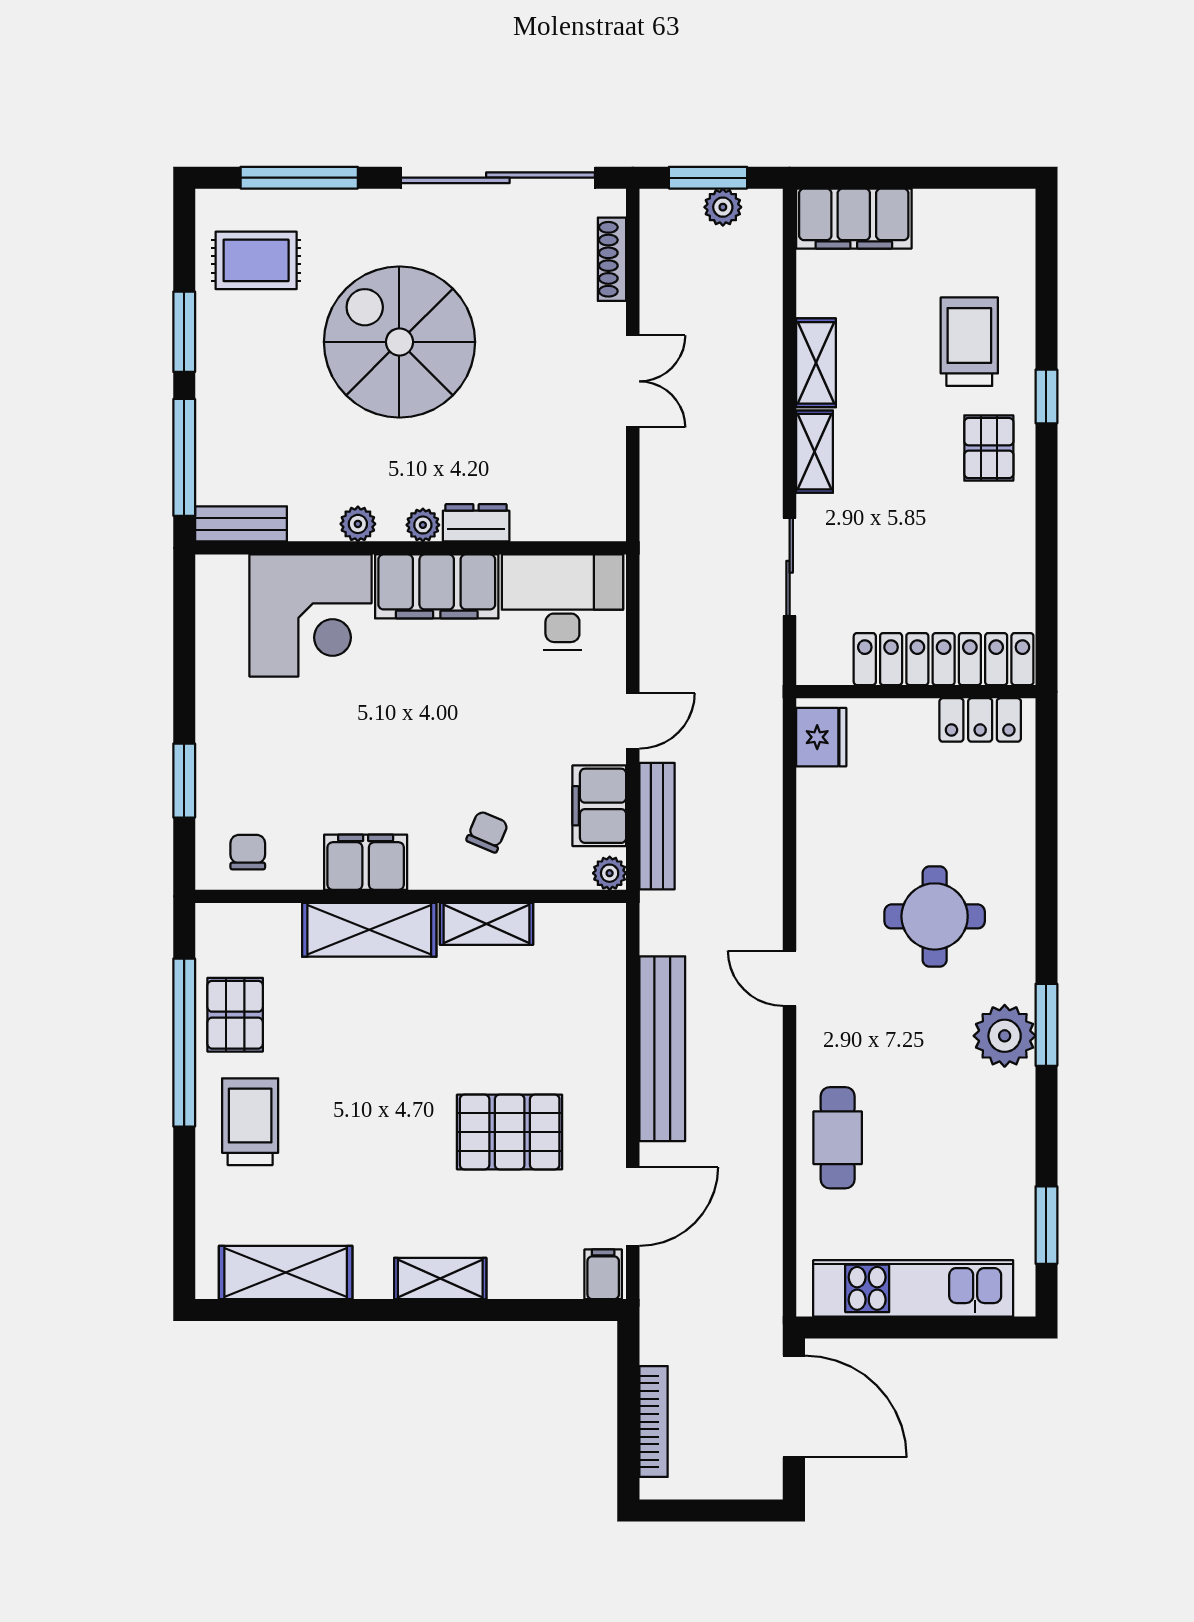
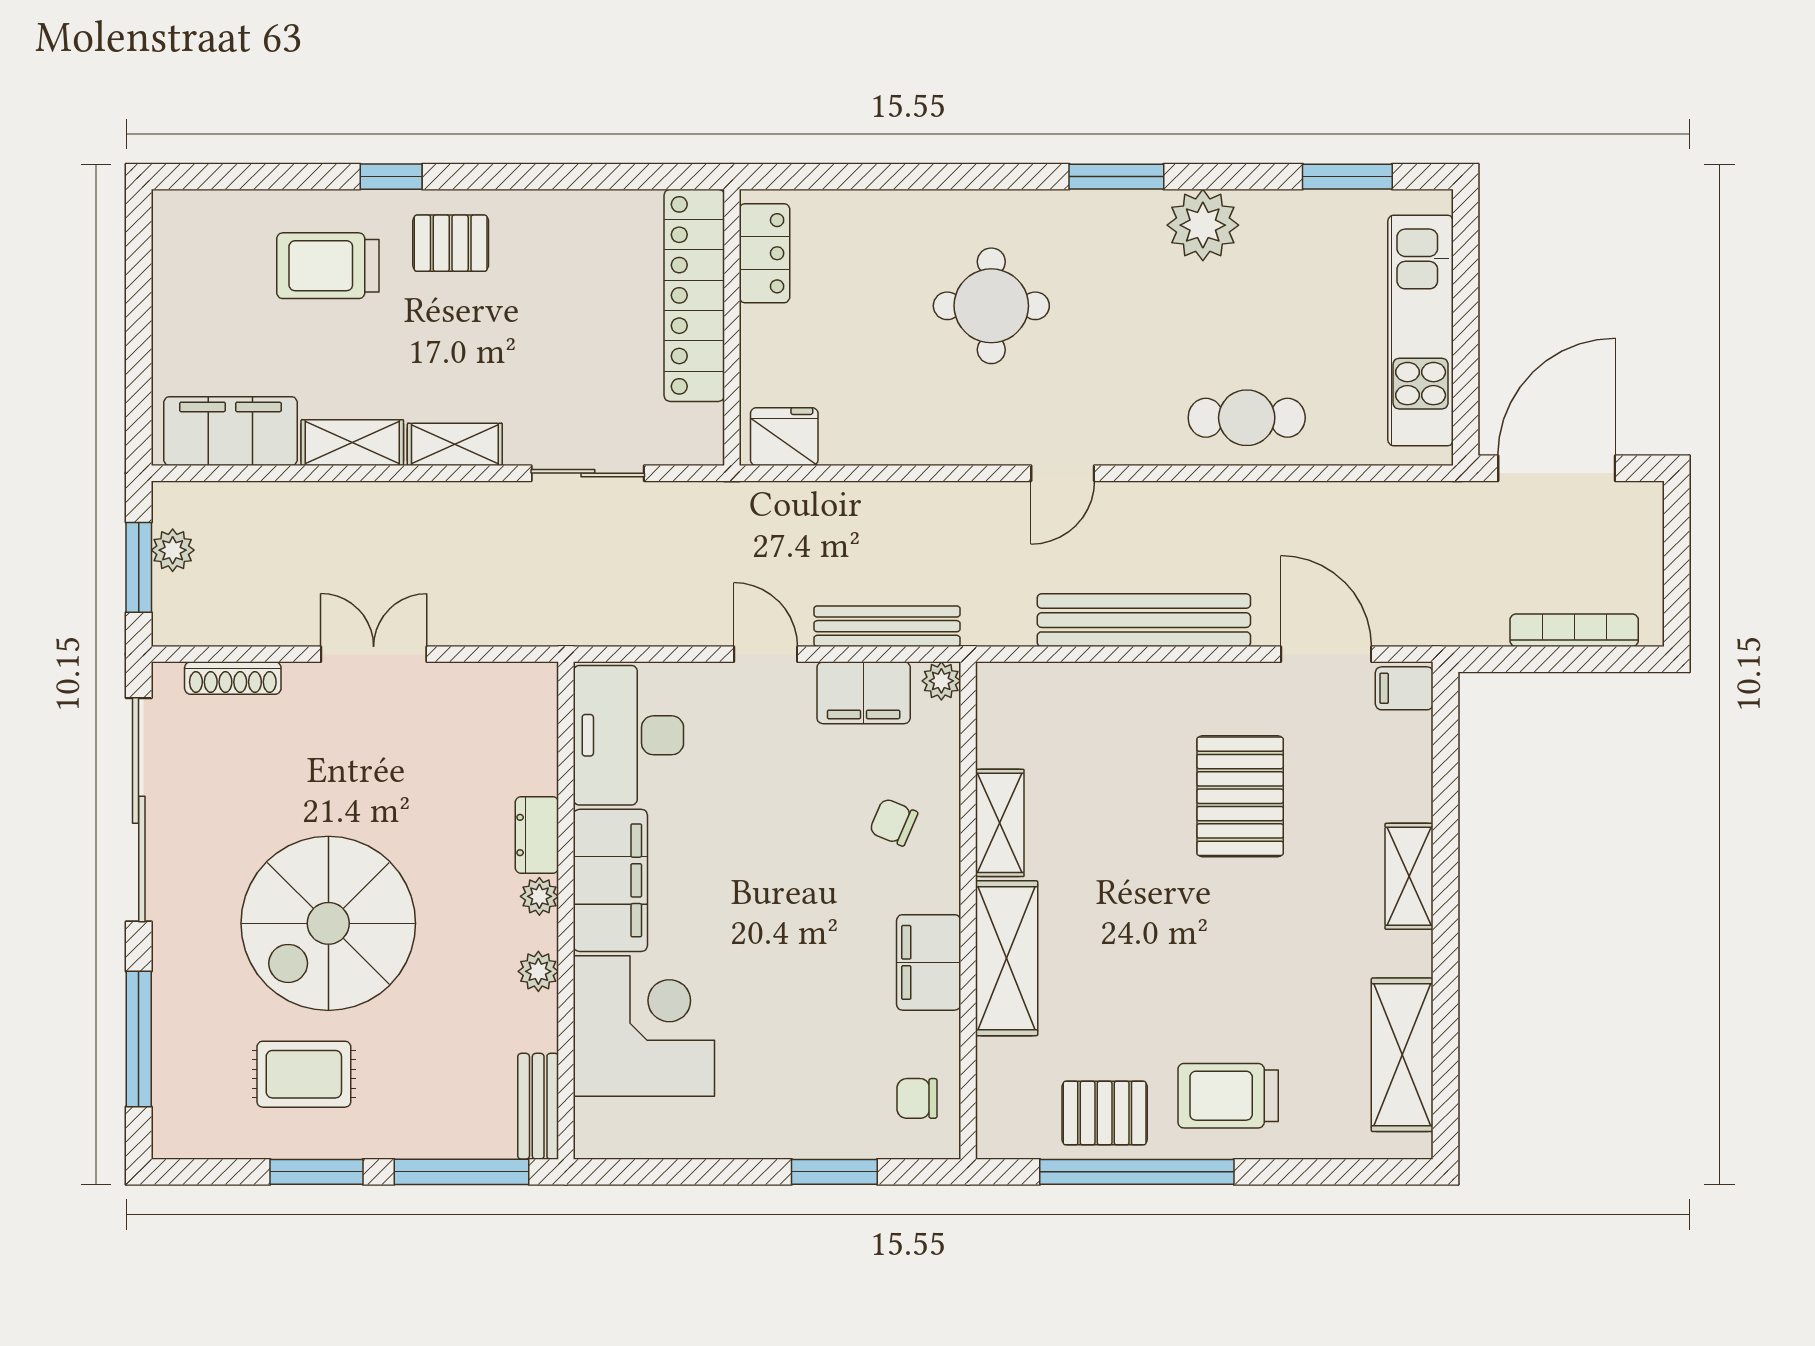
filing cabinet: (854, 219) -> (230, 431), moved, turned -90
rug: (256, 260) -> (304, 1074), moved, turned 90
plant: (1005, 1036) -> (1203, 225), moved

